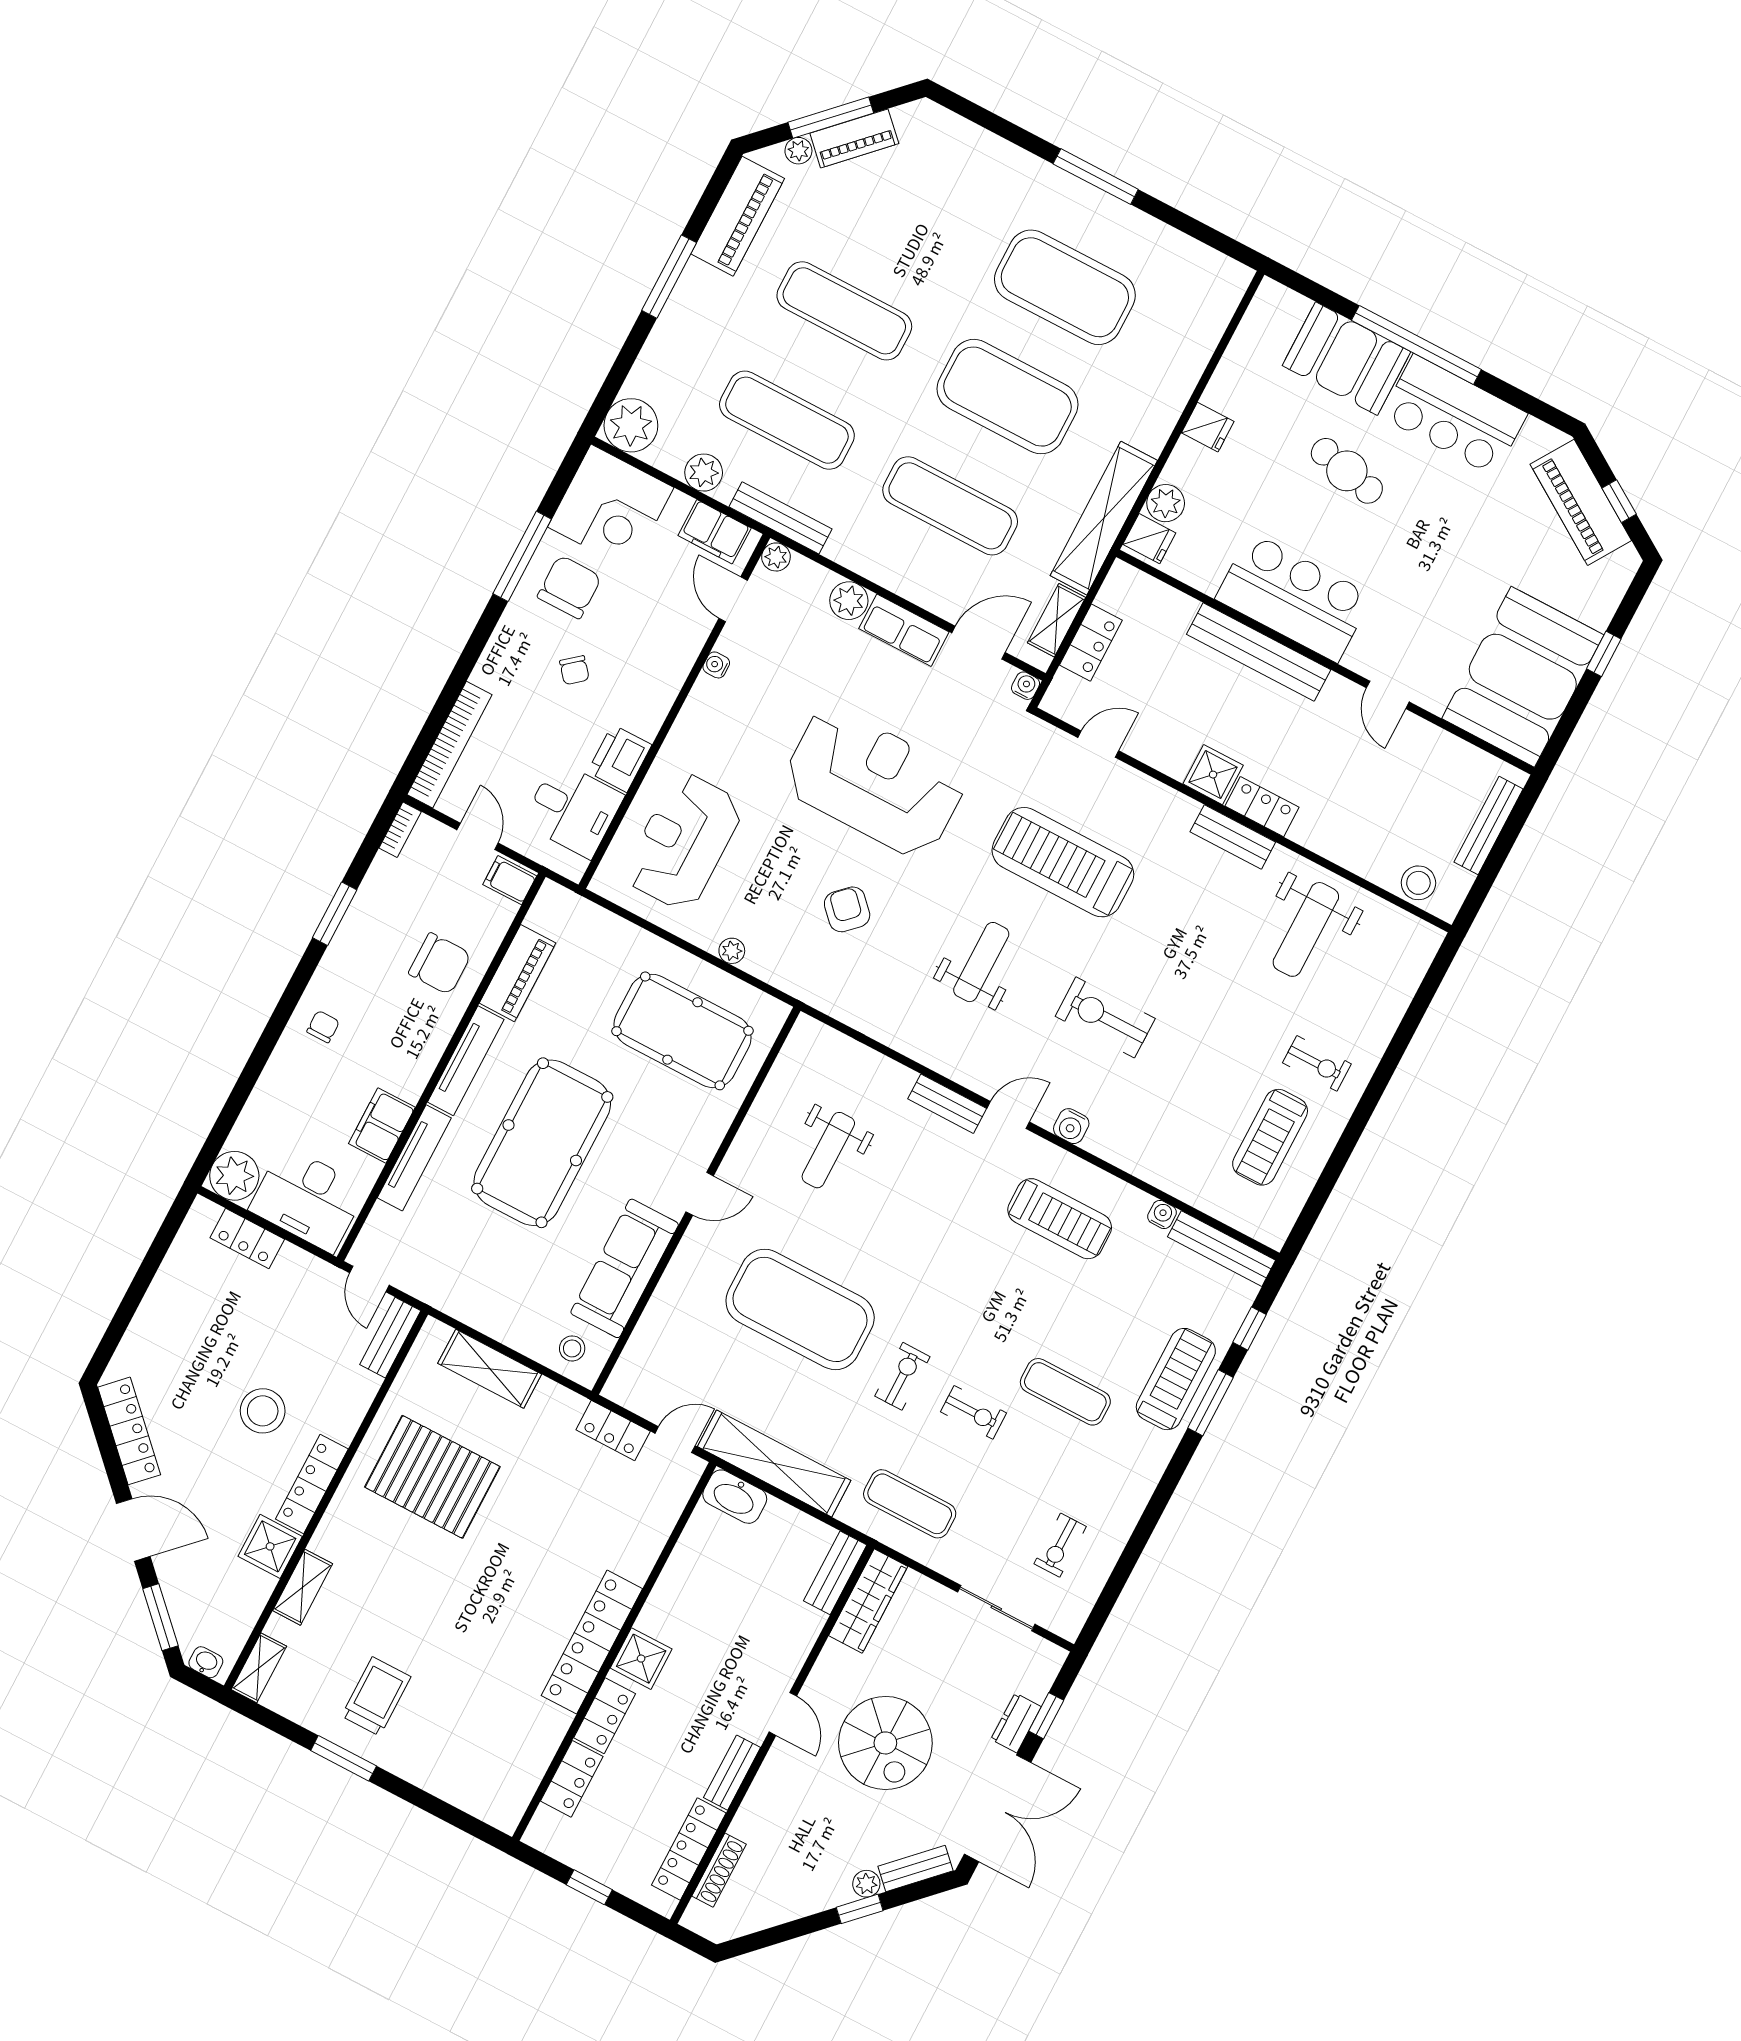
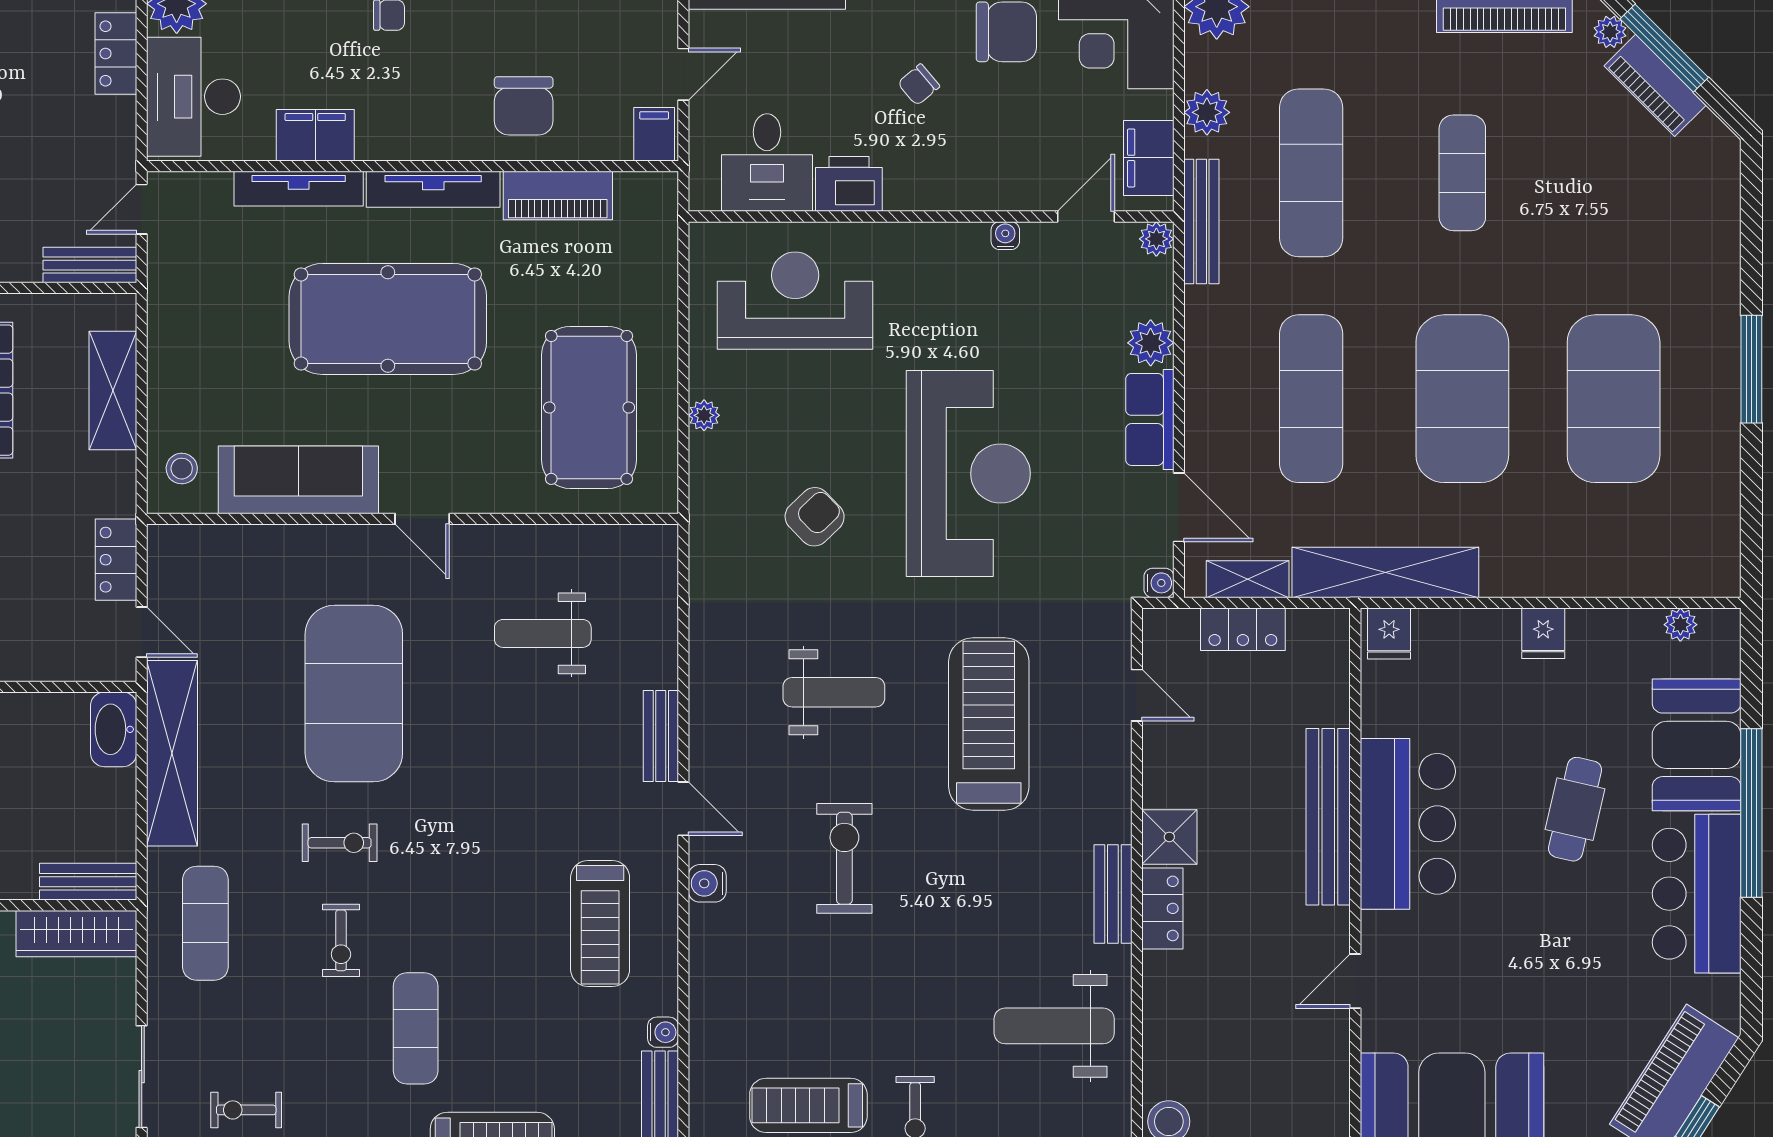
exercise mat: (844, 311) -> (1462, 173), width x0.73, depth x0.69
plant: (1166, 503) -> (1680, 625), moved, width x0.73, depth x0.73

